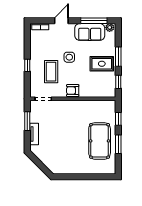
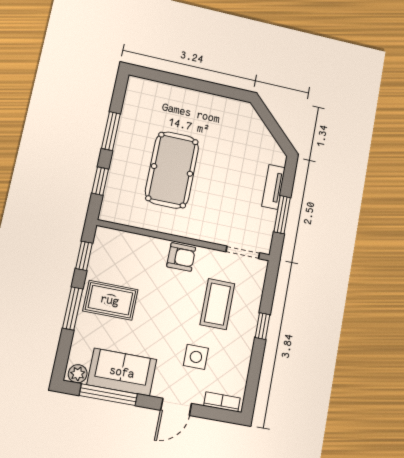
side table: (69, 57) -> (196, 357), moved
pool table: (100, 141) -> (172, 170), moved

